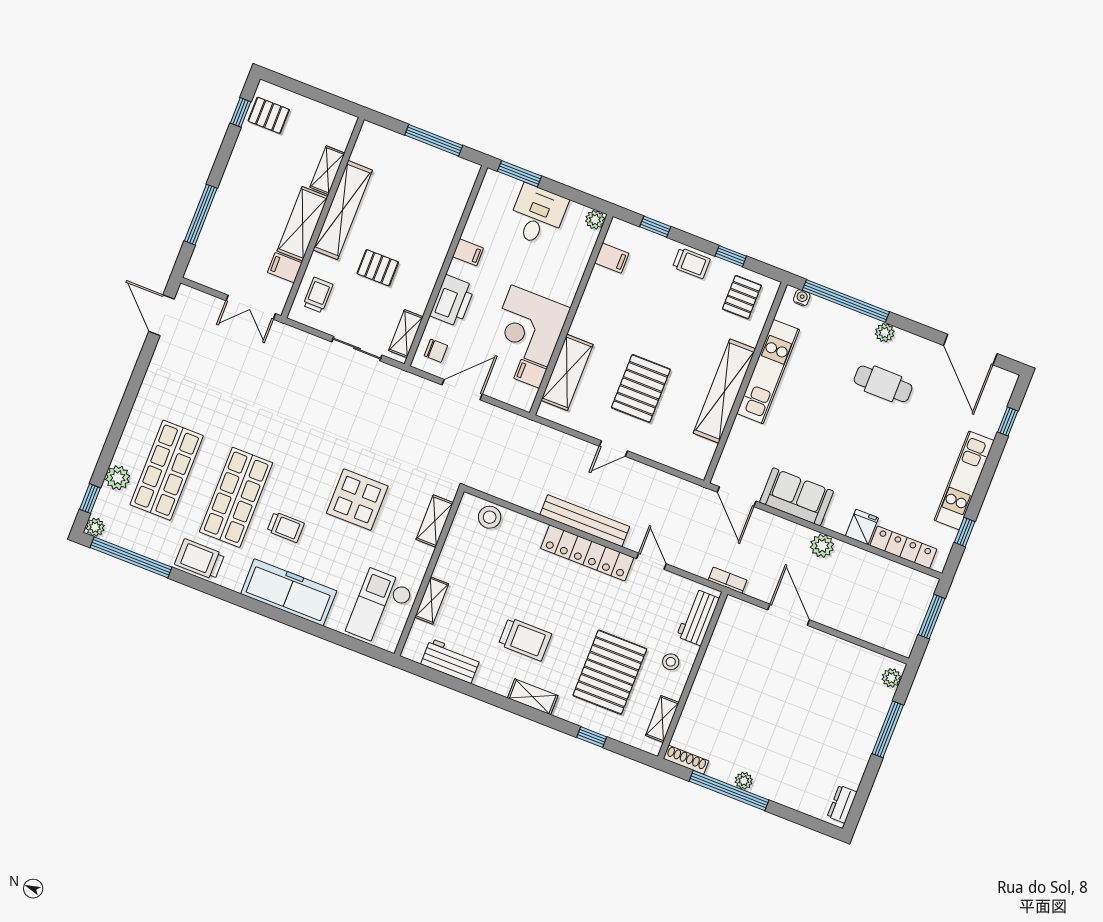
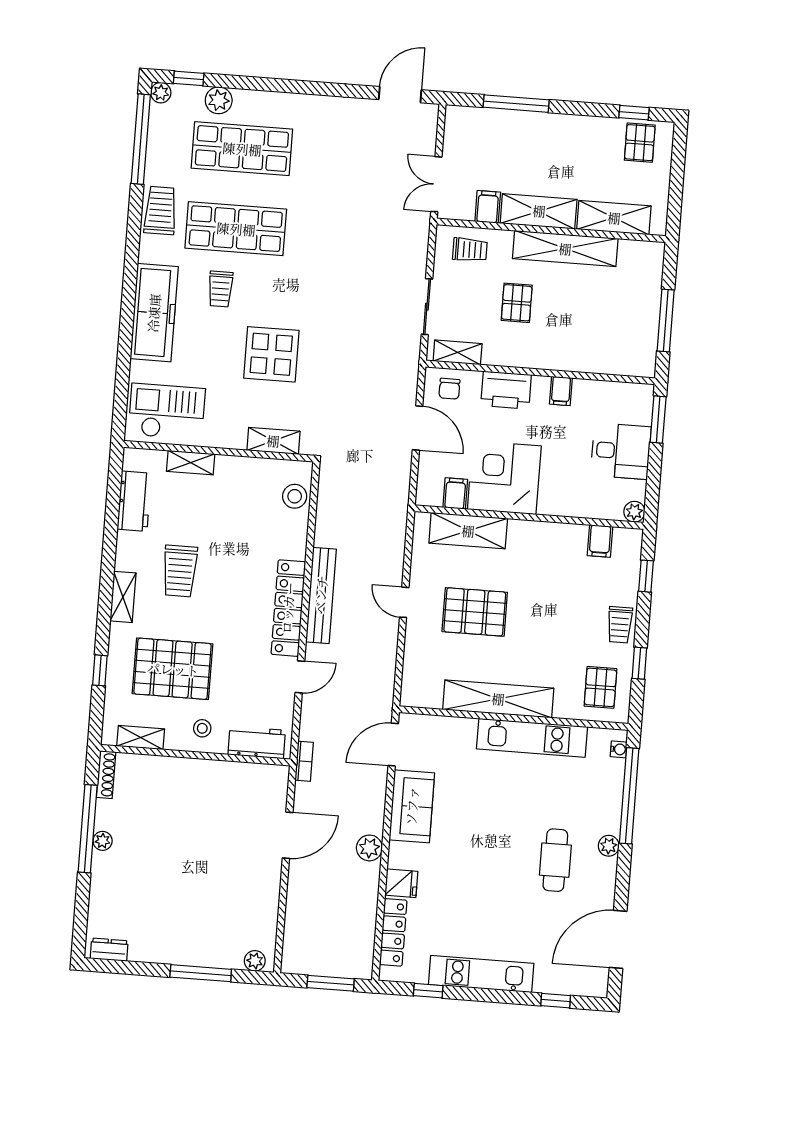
shelving: (327, 170) -> (614, 218), width x1.50, depth x1.33
pallet: (742, 297) -> (600, 687), turned 90

